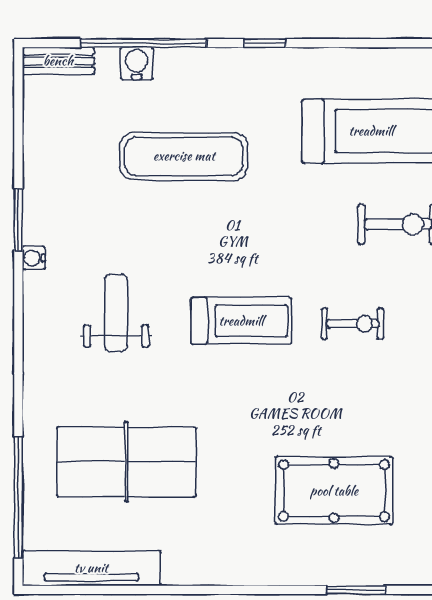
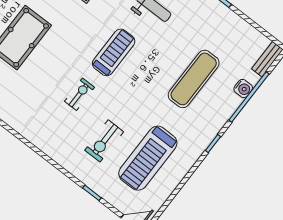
treadmill: (241, 321) -> (114, 52), turned 180
exercise bike: (353, 324) -> (80, 94), turned 180

